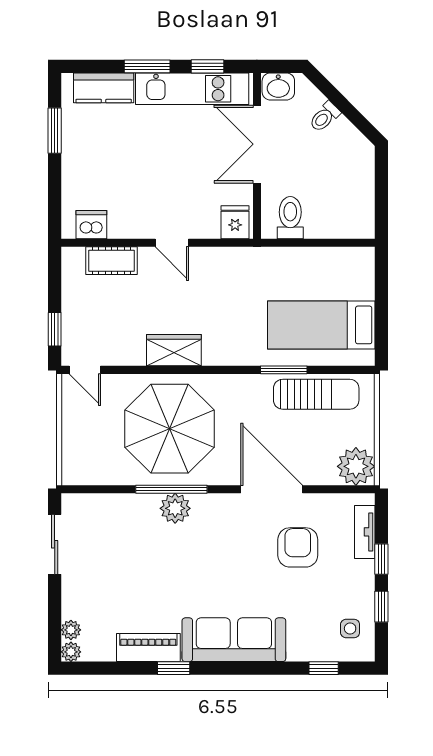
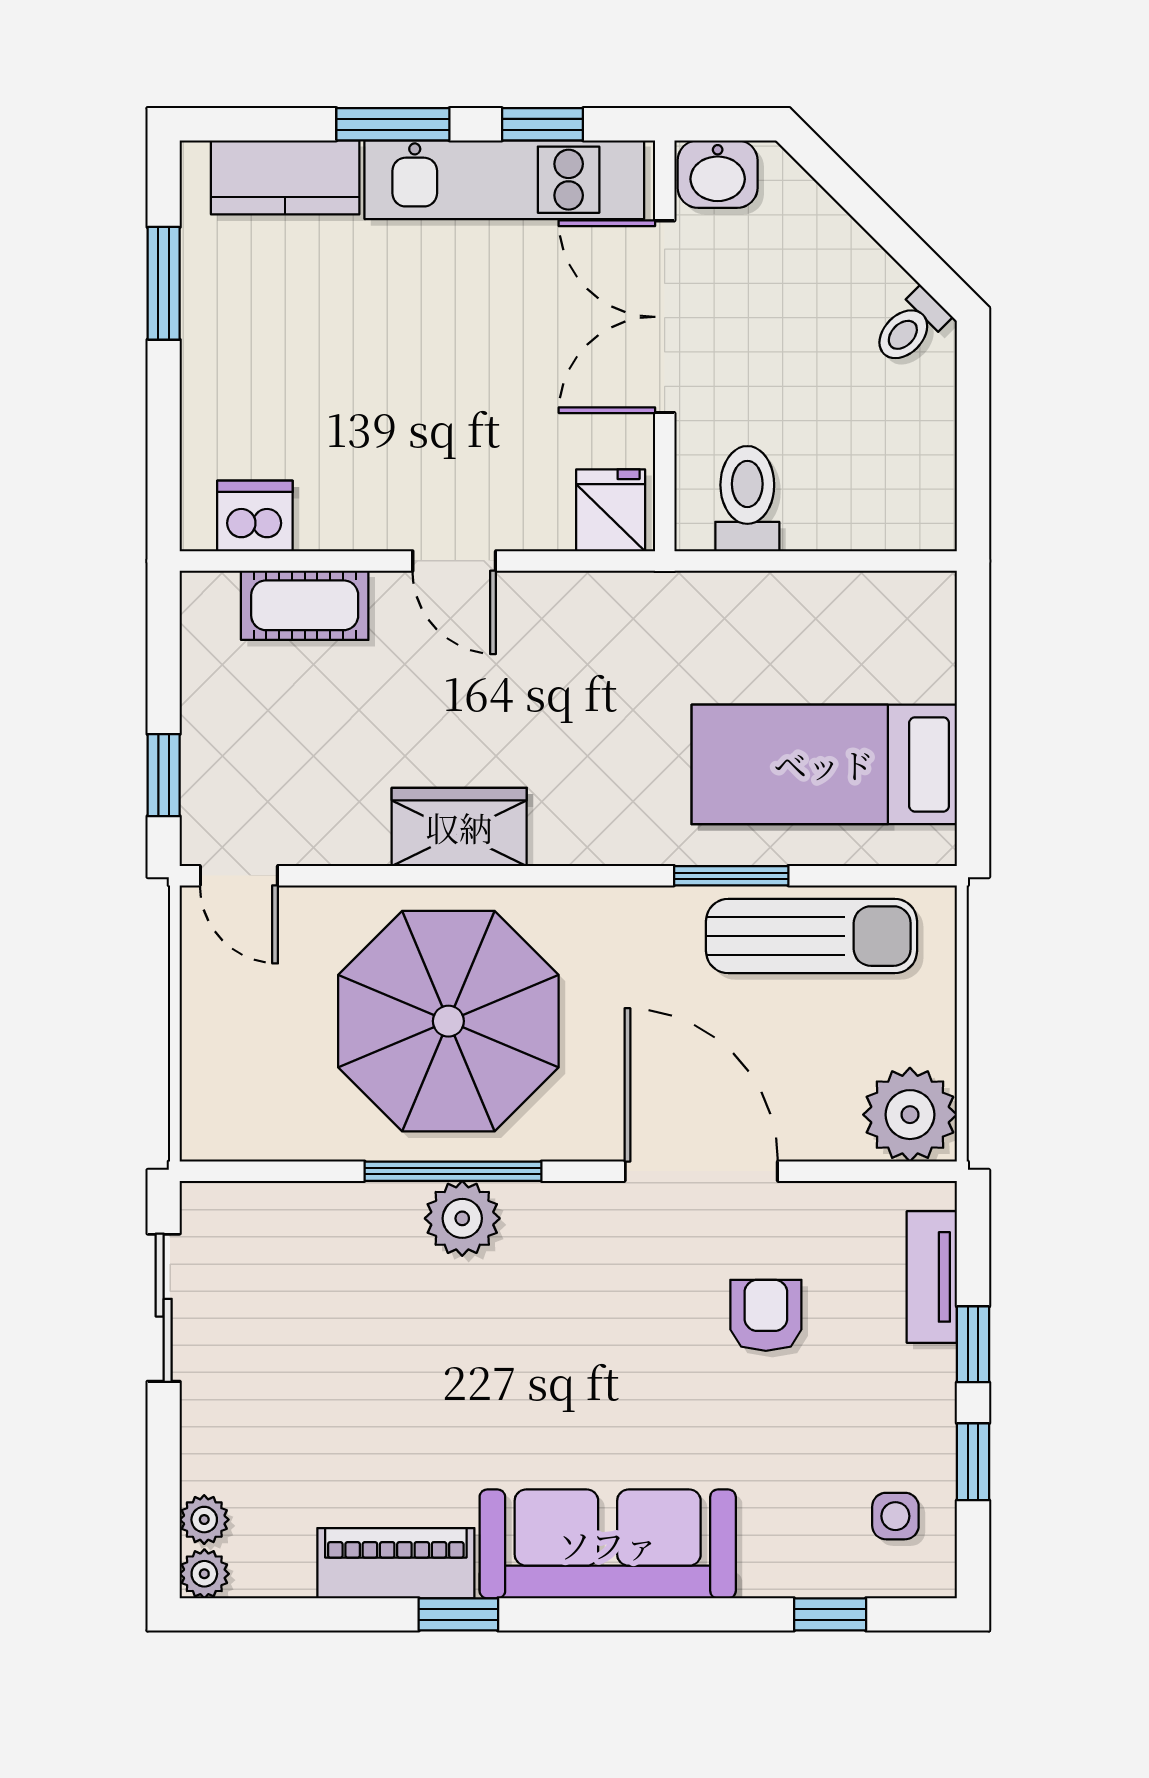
toilet: (325, 117) -> (910, 327), moved
armchair: (298, 547) -> (766, 1315), width x0.72, depth x0.72

